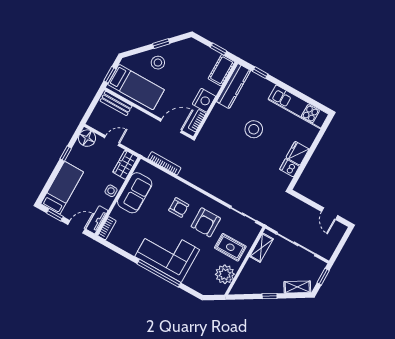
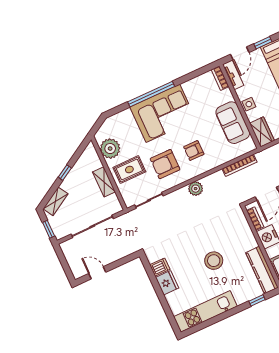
plant: (208, 185) -> (196, 189), added
armchair: (206, 222) -> (165, 164), turned -90
shelving: (261, 248) -> (104, 182), moved

